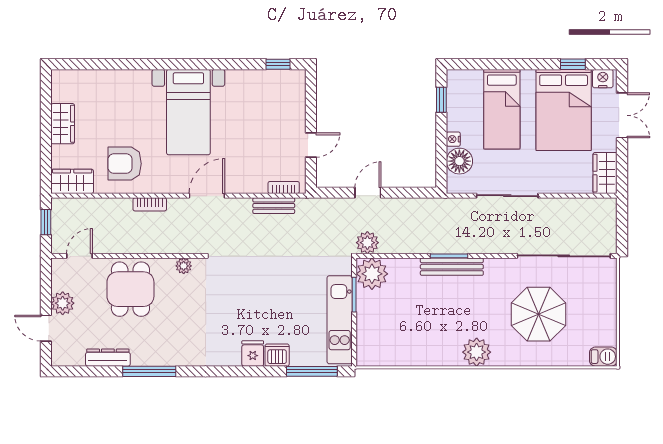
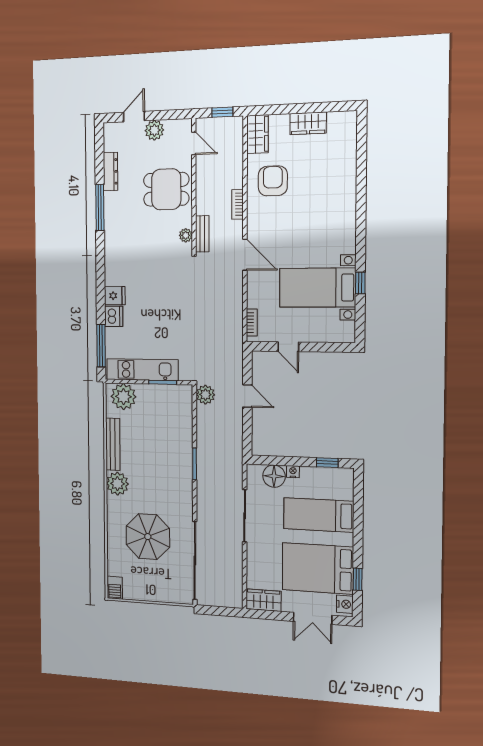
window: (278, 64) -> (360, 283), moved
bed with nightstands: (188, 112) -> (317, 288), moved
bench: (274, 206) -> (202, 234), moved
bench: (452, 267) -> (113, 444), moved
plant: (372, 274) -> (123, 397), moved

